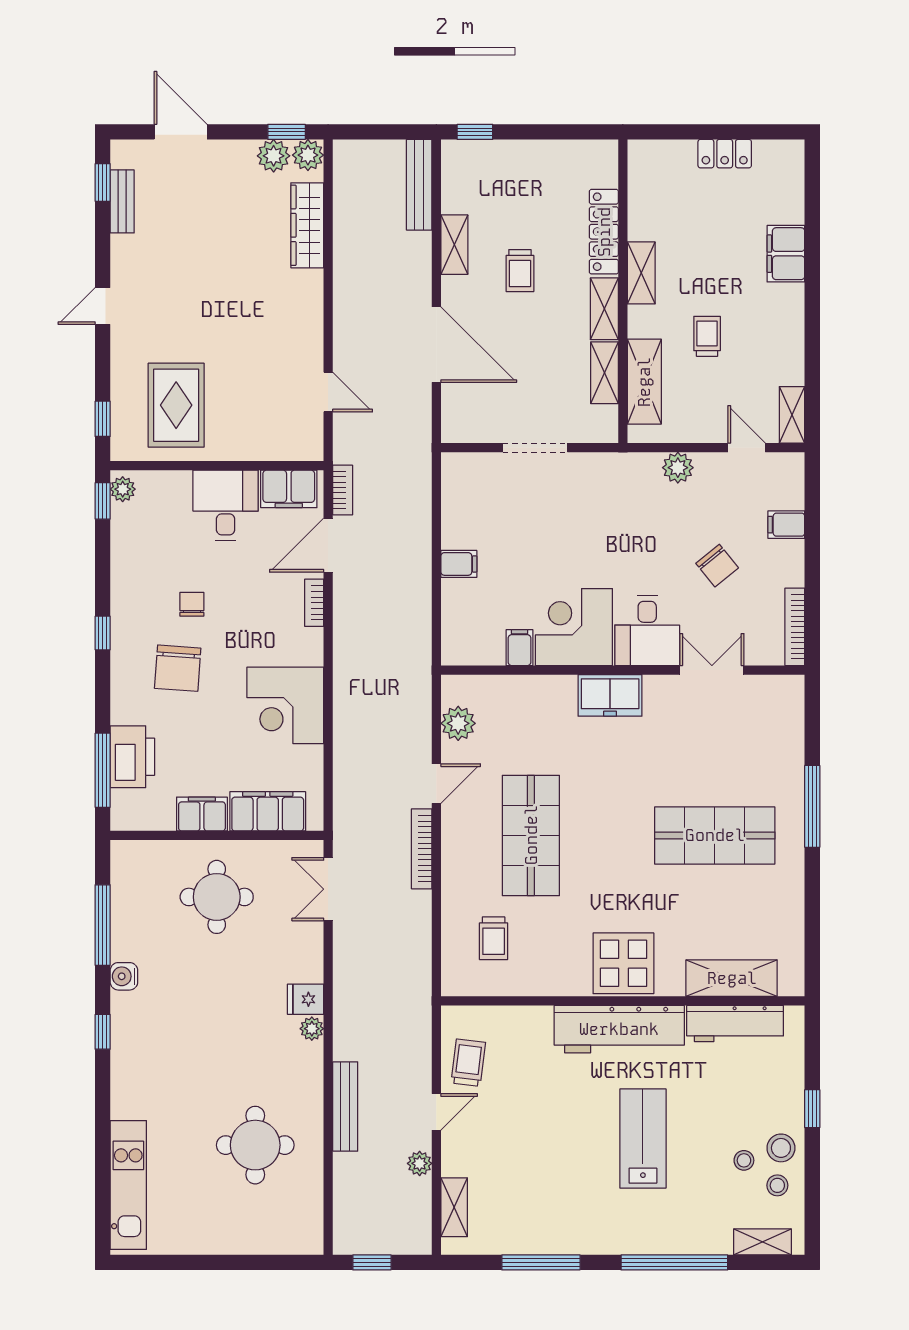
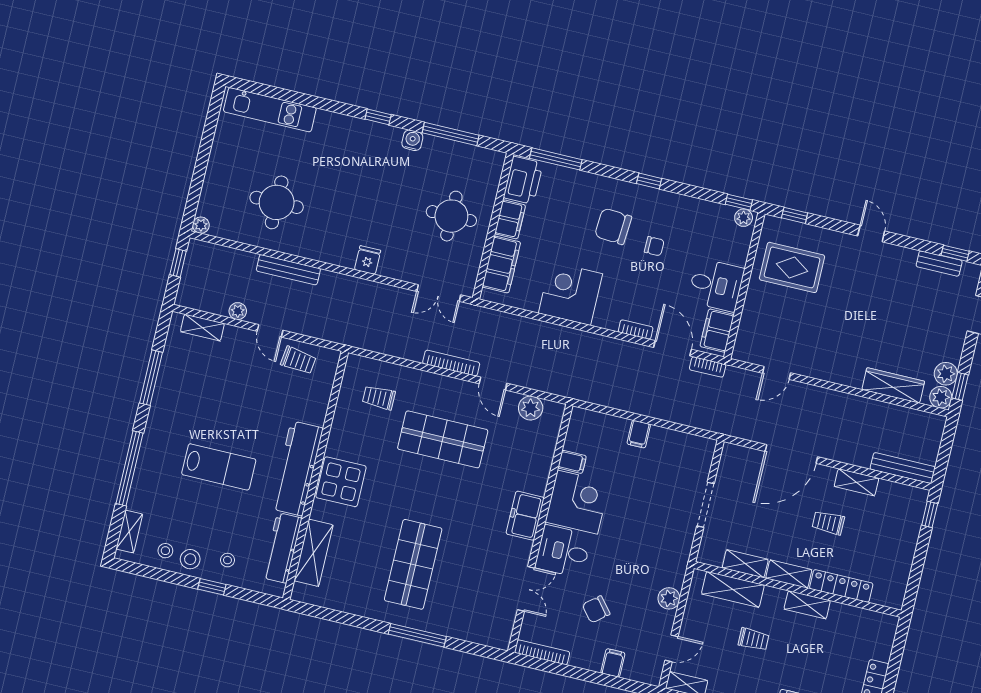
printer: (132, 757) -> (523, 180), moved, turned -90
double door: (328, 889) -> (439, 293), swing flipped
plant: (312, 1029) -> (201, 225), moved
stool: (744, 1160) -> (227, 560), moved

